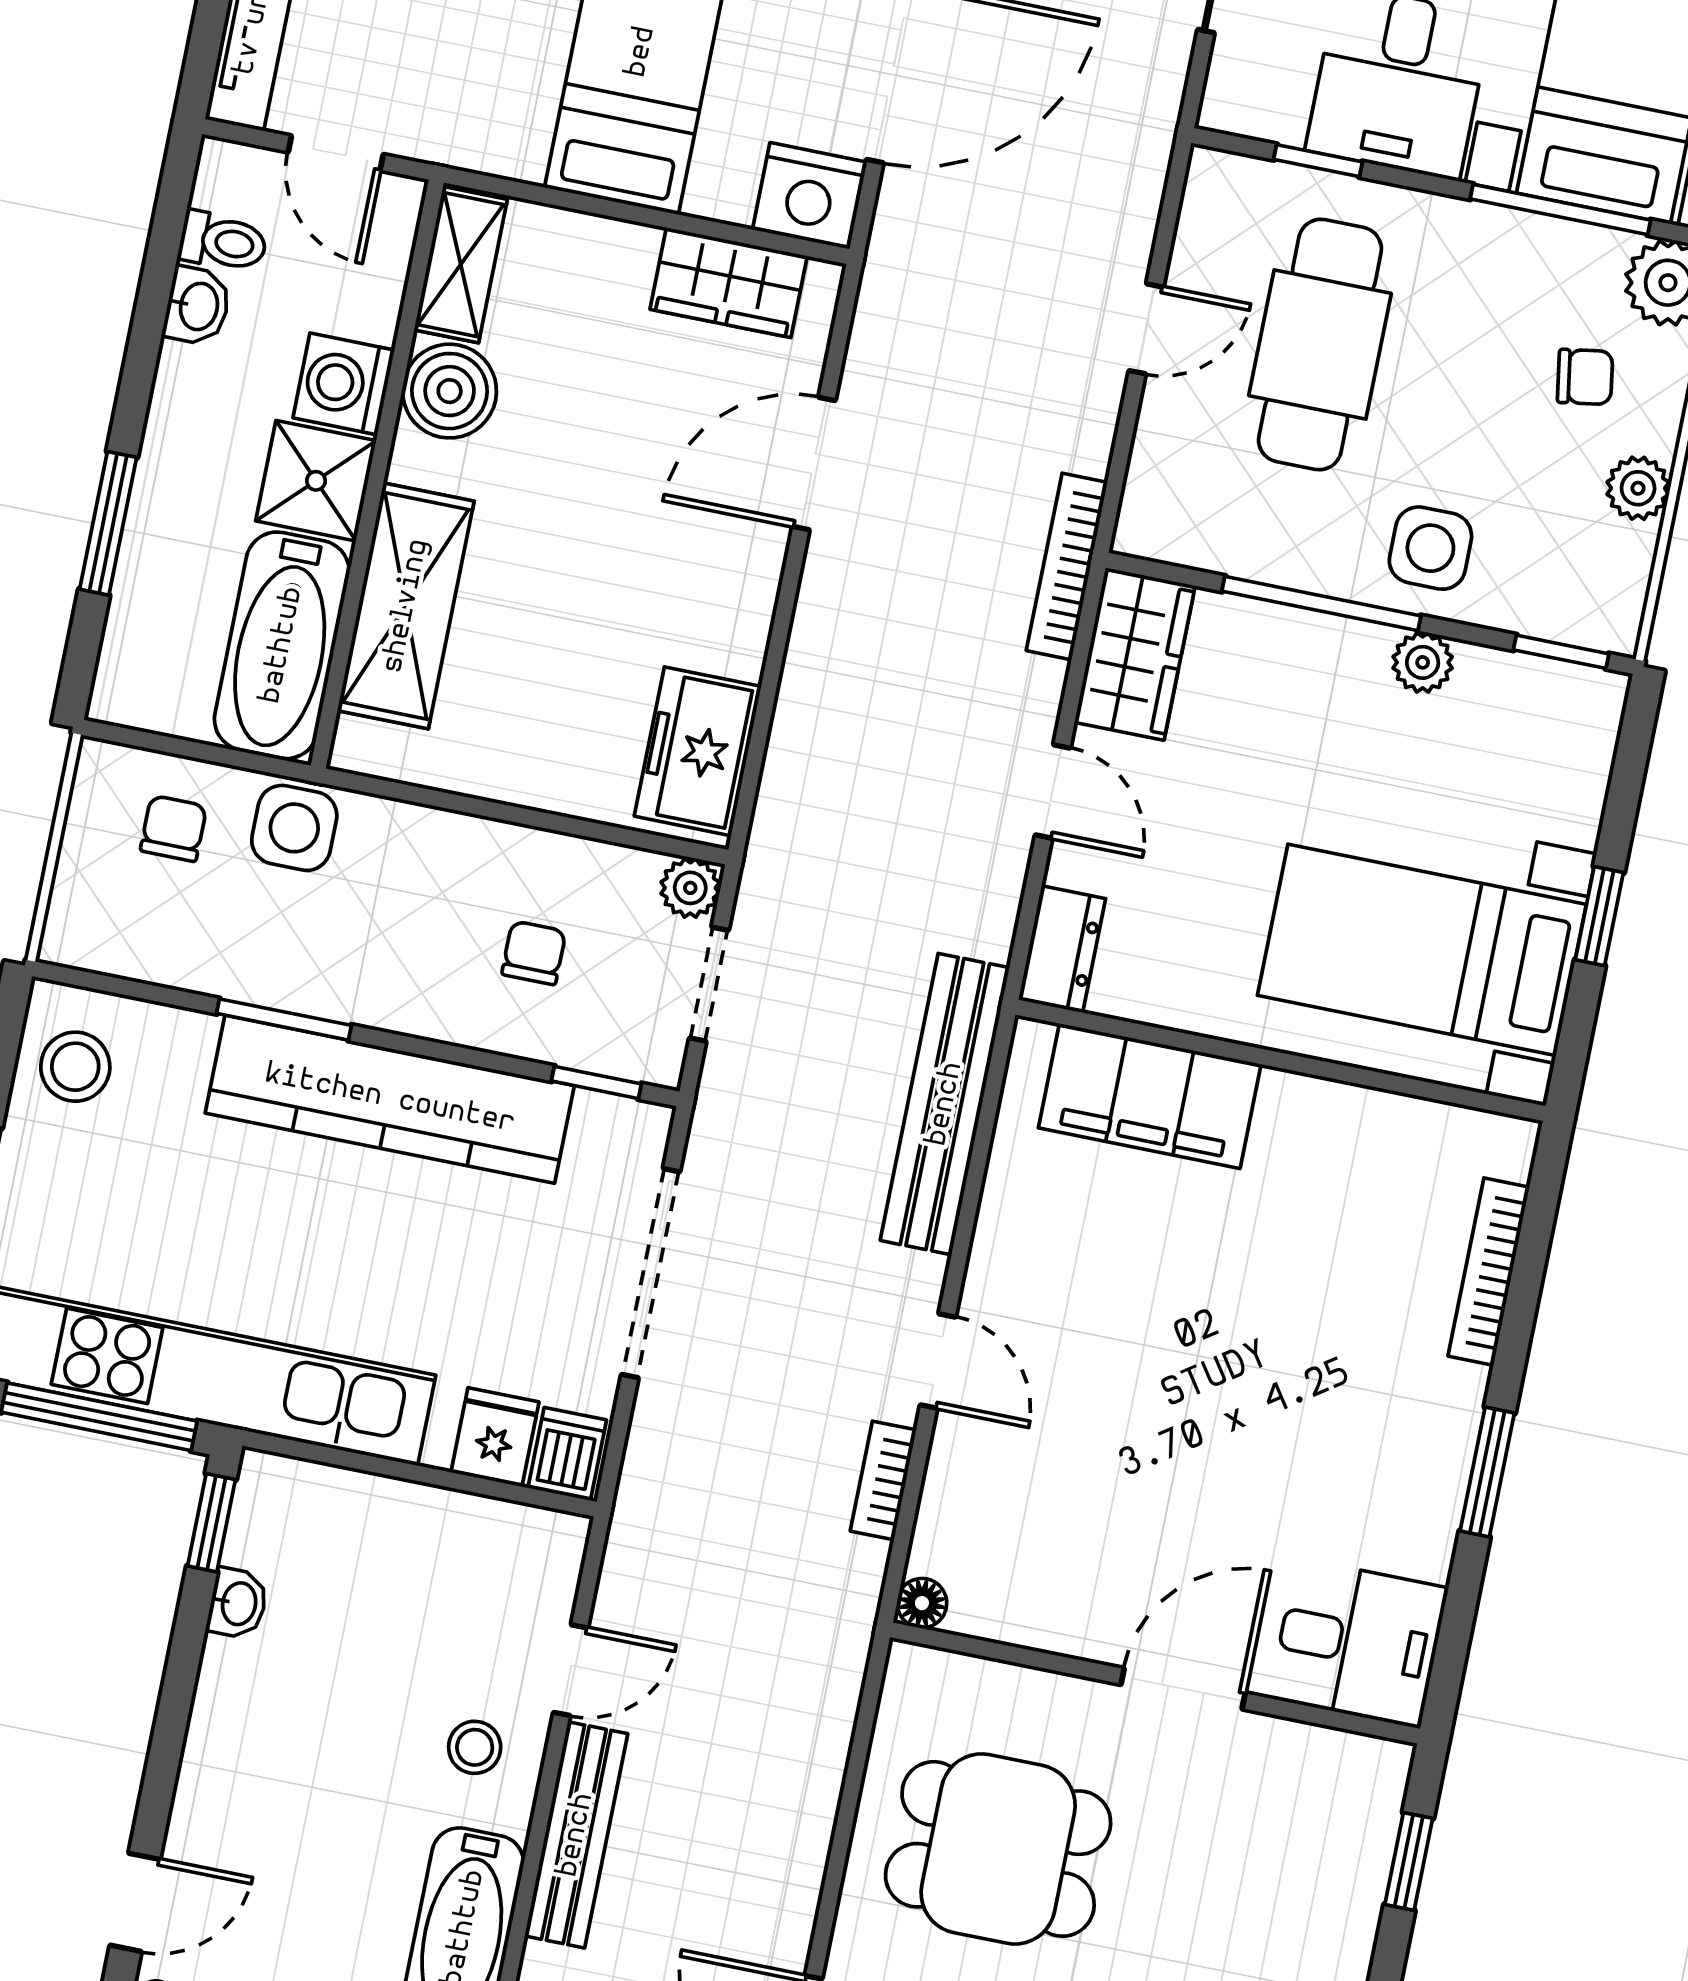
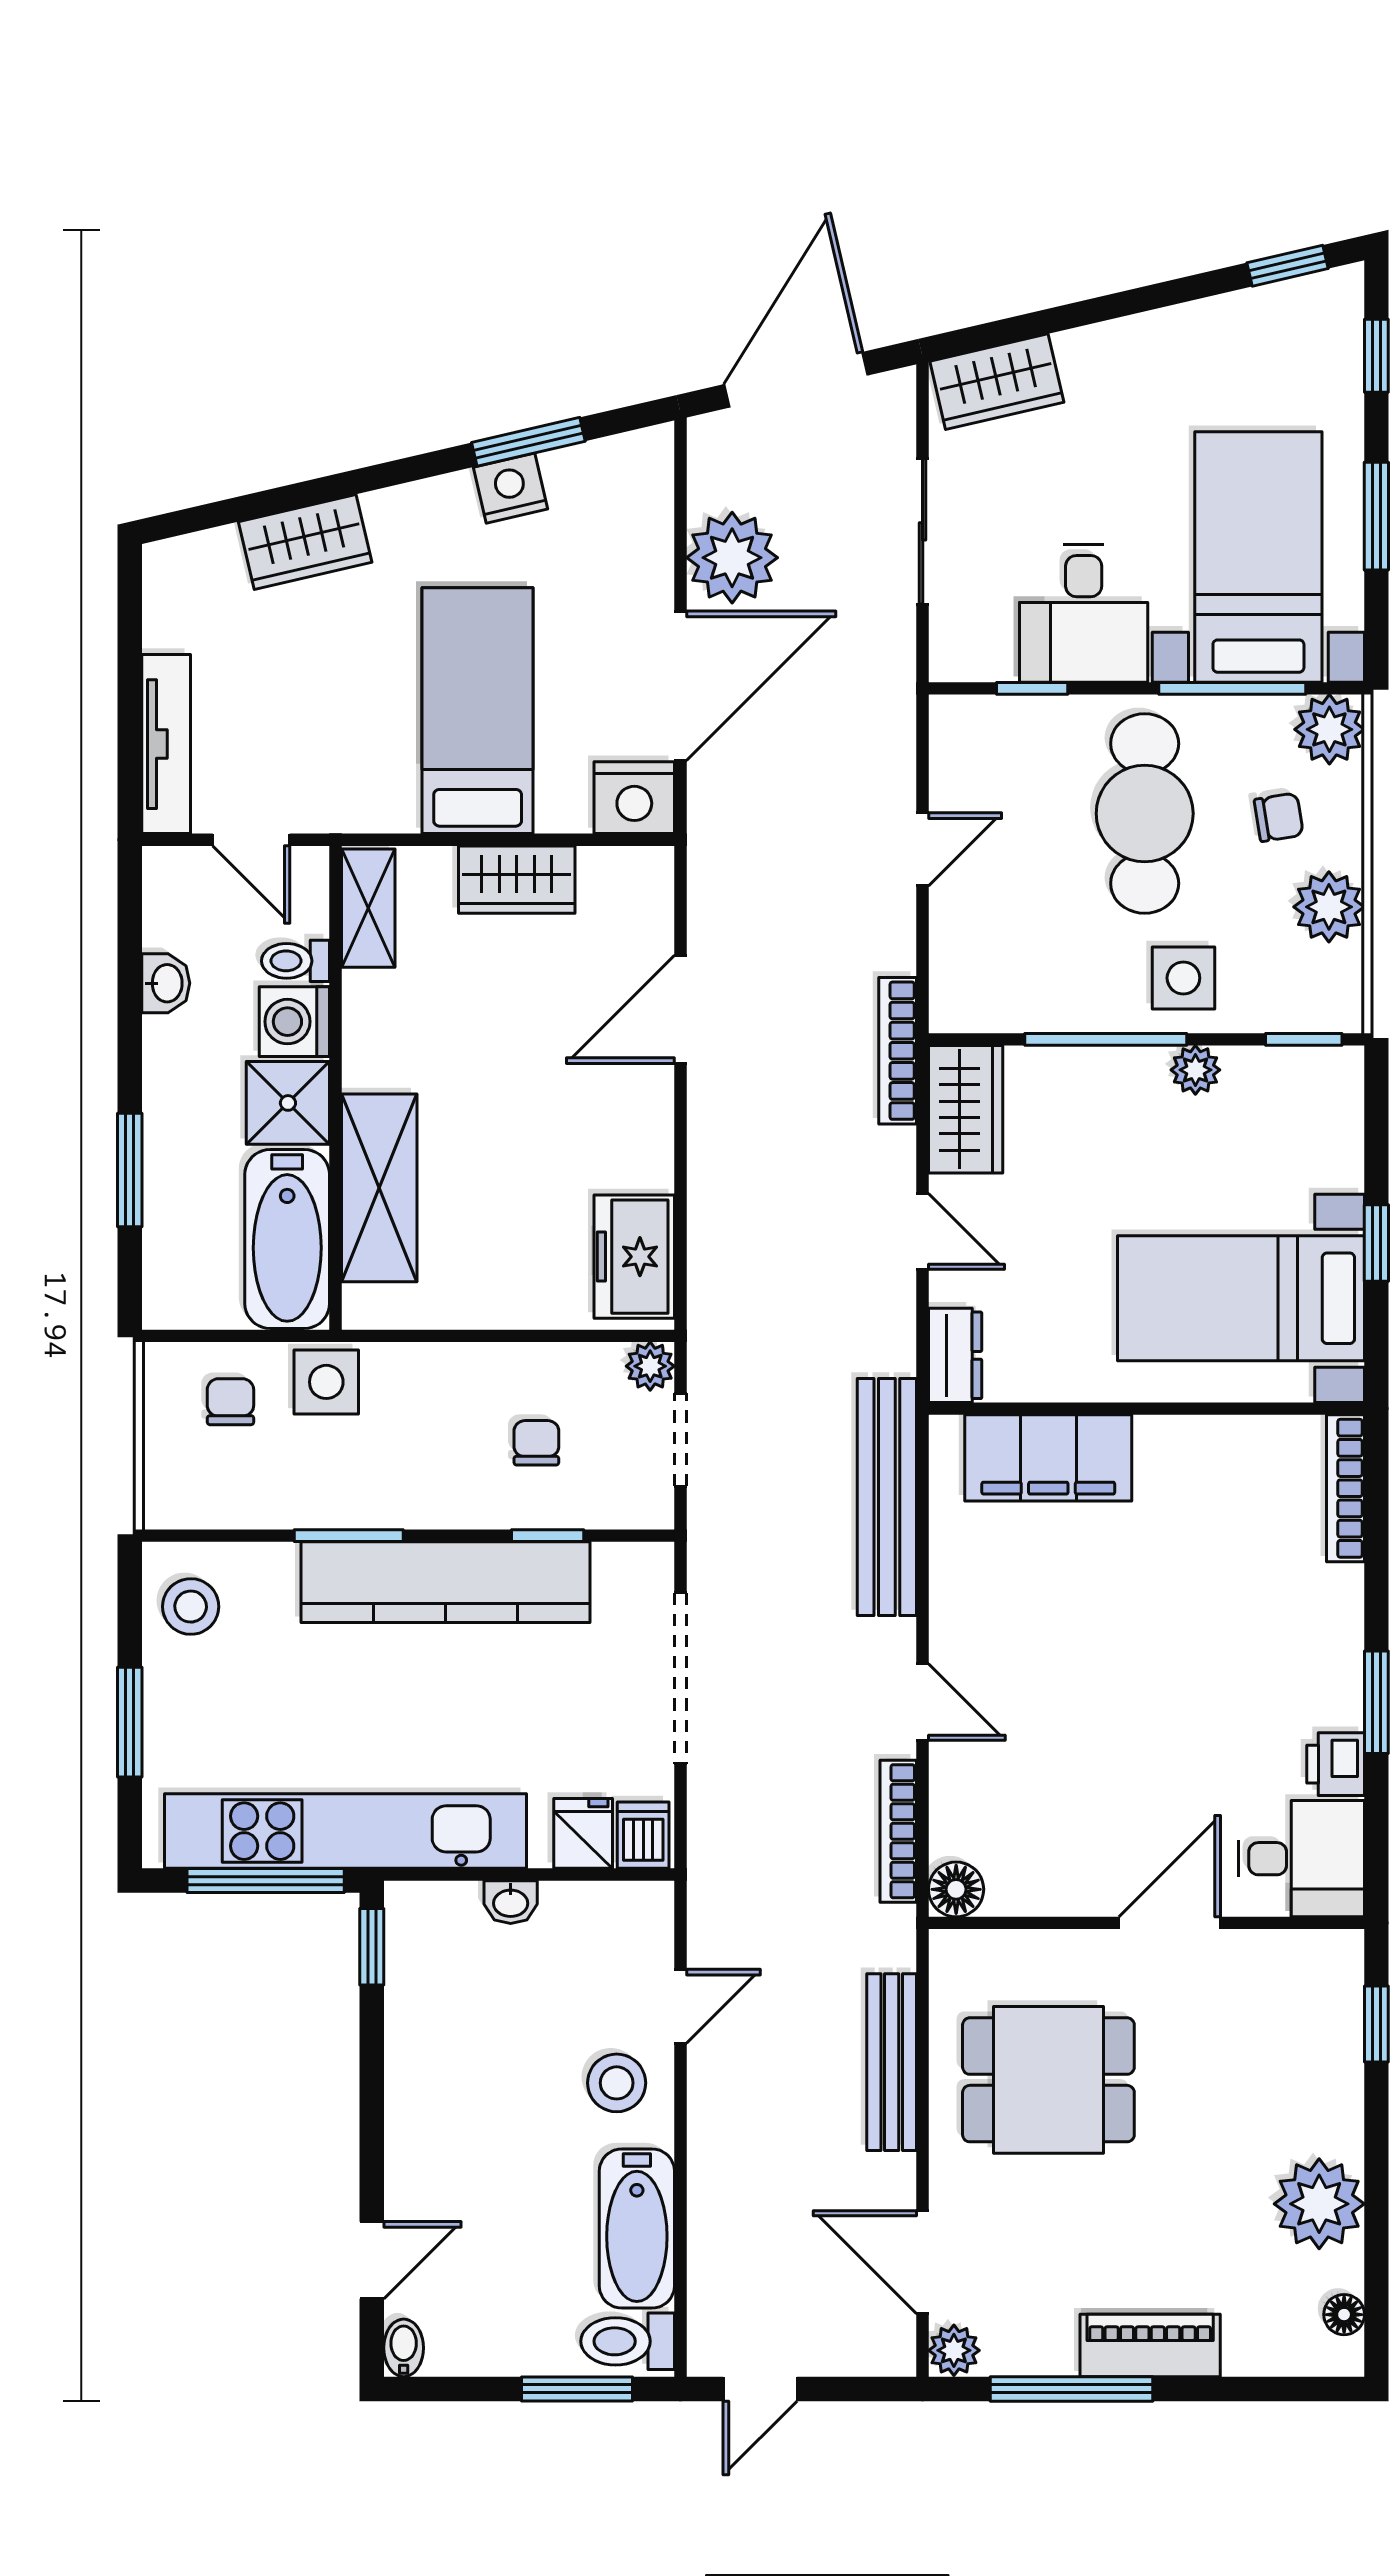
toilet: (223, 242) -> (296, 961), moved, turned 180
wardrobe: (729, 283) -> (517, 880), moved
cafe table: (1320, 345) -> (1145, 814), moved
boiler: (450, 391) -> (380, 1010), removed
plant: (1638, 488) -> (1329, 907), width x1.38, depth x1.38
window: (596, 1082) -> (548, 1536), moved
bookcase: (1489, 1272) -> (1345, 1488), moved
bookcase: (883, 1480) -> (898, 1831), width x1.56
printer: (1423, 1537) -> (1336, 1764), added
washbasin: (238, 1603) -> (511, 1902), moved, turned 90
floor lamp: (922, 1603) -> (956, 1889), width x1.37, depth x1.37
stool: (475, 1747) -> (617, 2083), width x1.37, depth x1.37
bench: (576, 1835) -> (892, 2062), moved

